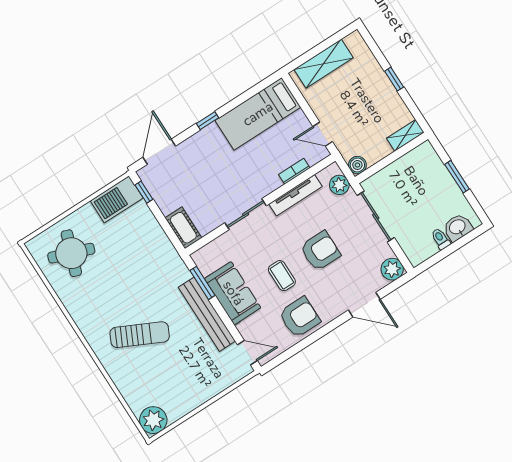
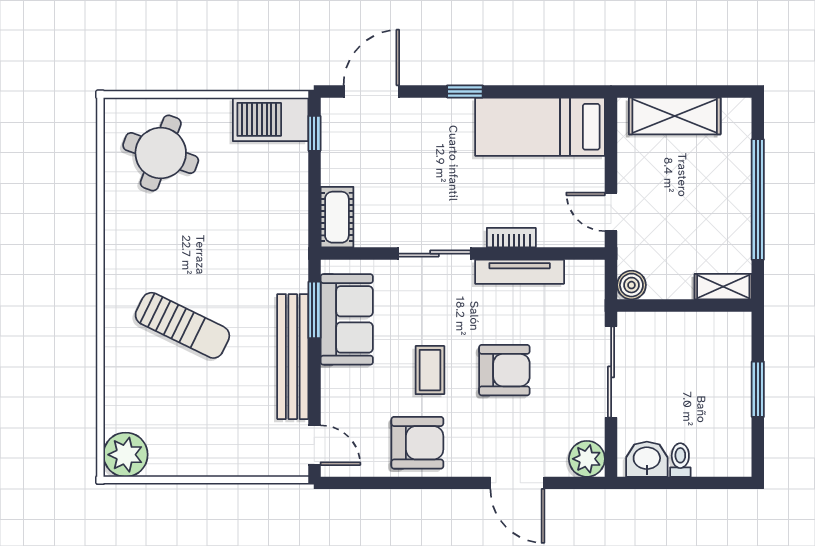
window: (394, 79) -> (758, 200), width x3.17
bookcase: (294, 171) -> (511, 238), moved
plant: (339, 185) -> (589, 296), removed
washbasin: (458, 227) -> (647, 459), moved
sofa: (233, 293) -> (347, 319), moved

